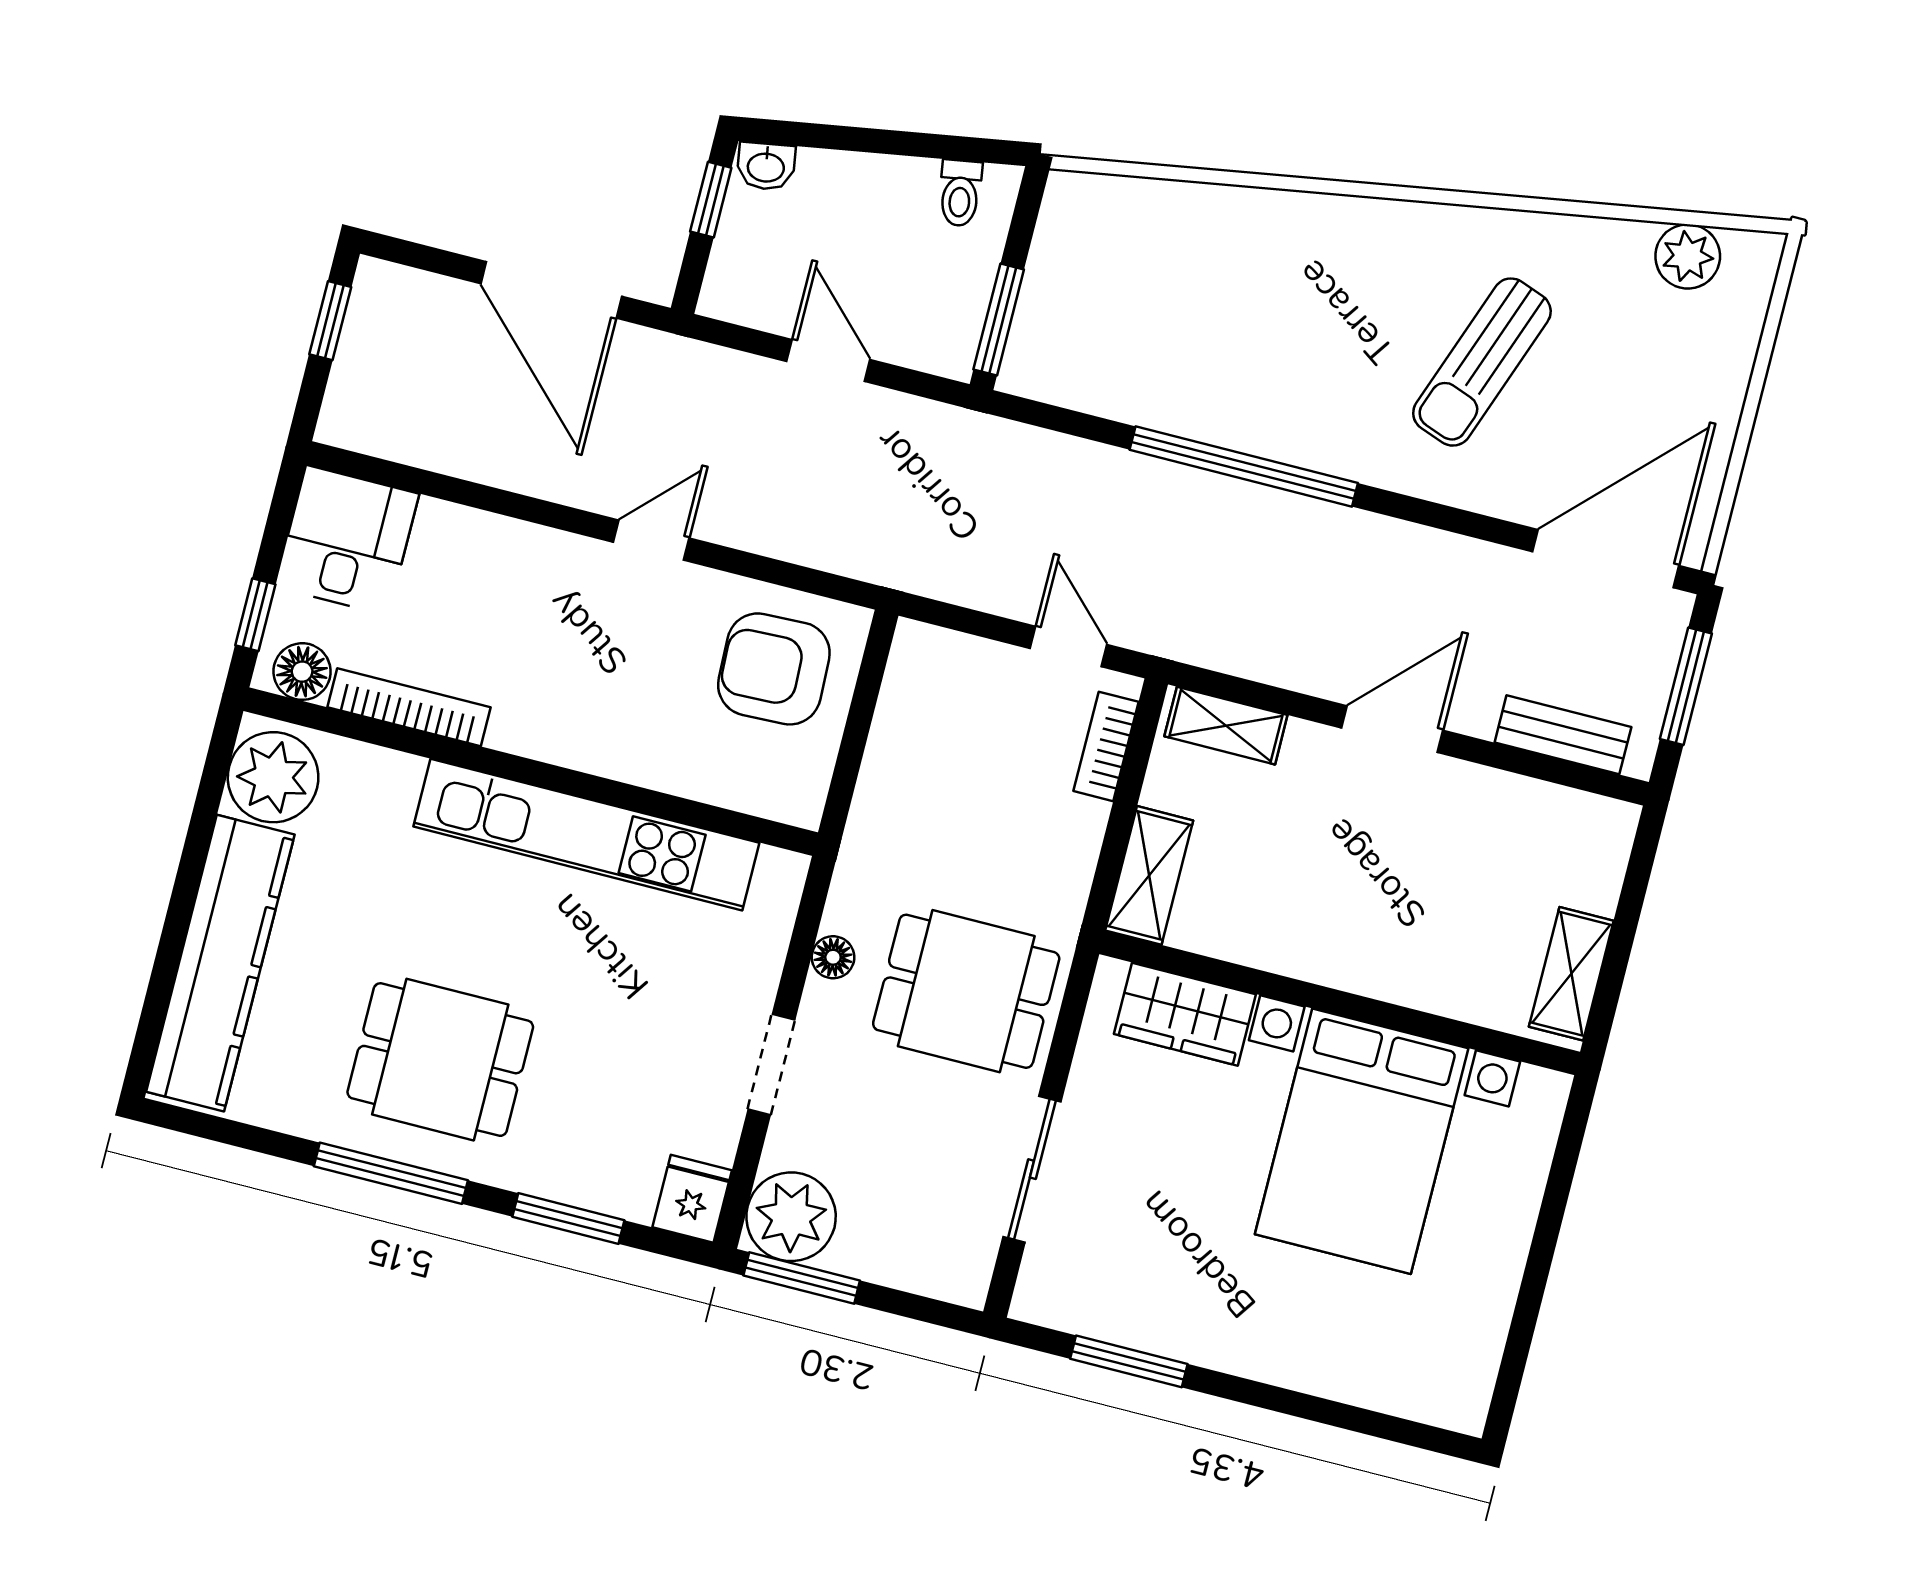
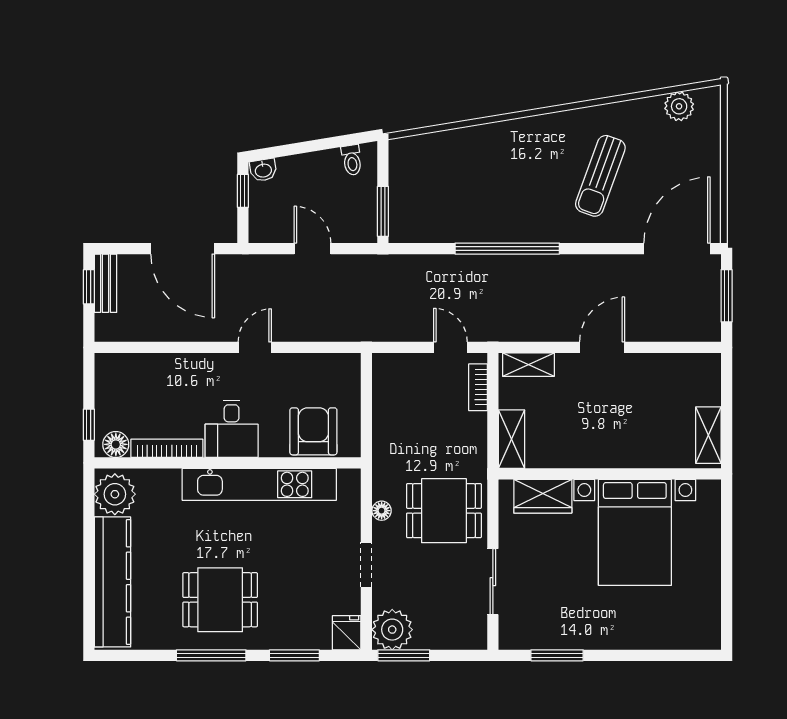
desk: (347, 540) -> (232, 429), moved, turned 180
armchair: (774, 669) -> (313, 431), moved, turned 92
bench: (1563, 735) -> (105, 283), moved, turned 90

